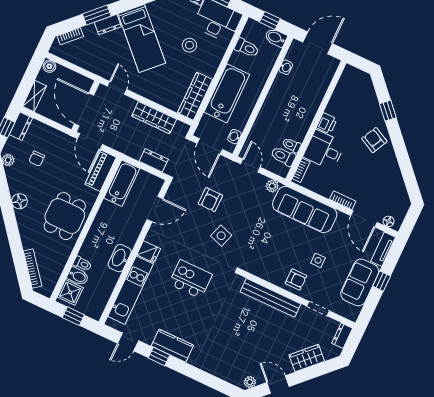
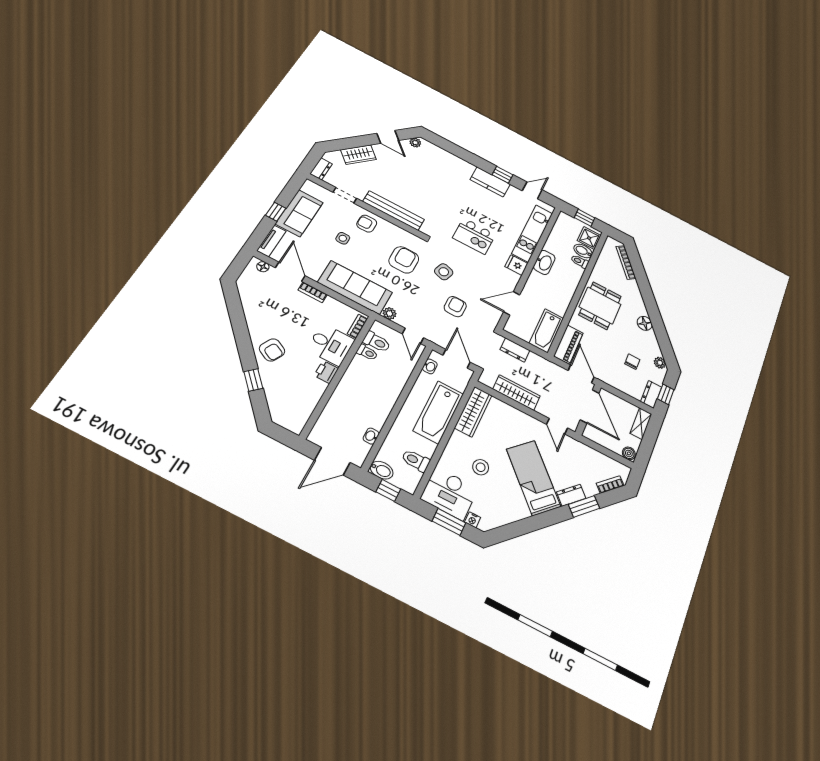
armchair: (260, 244) -> (404, 260), added

